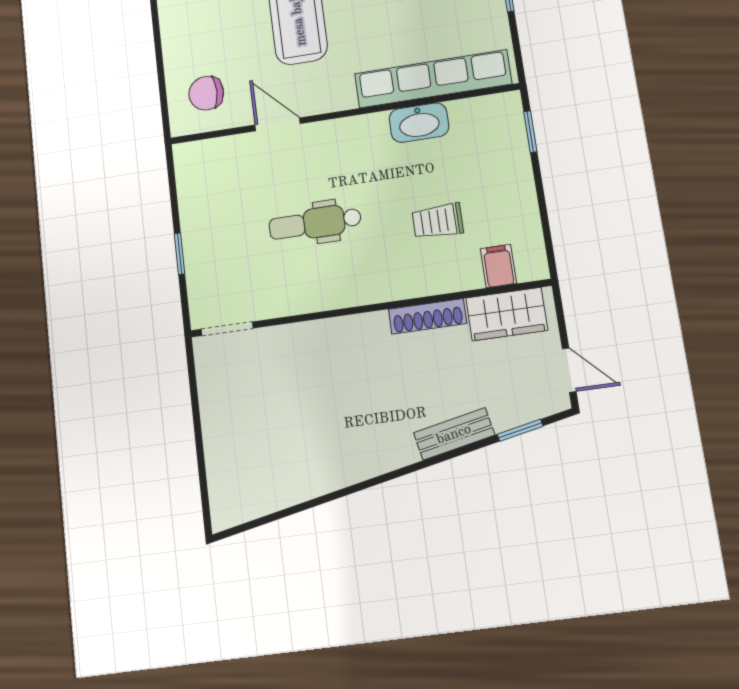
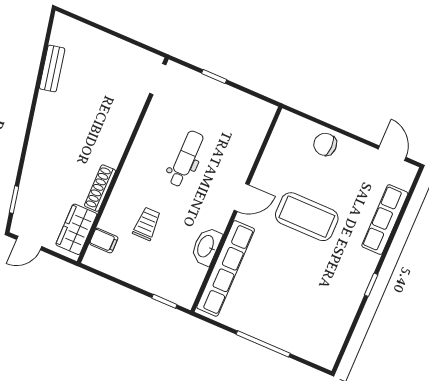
chair: (206, 93) -> (325, 144), moved, turned -90
door: (278, 124) -> (241, 197), moved
bench: (454, 434) -> (52, 68), moved

